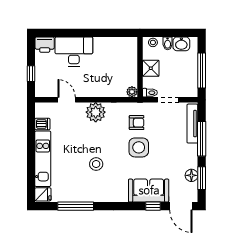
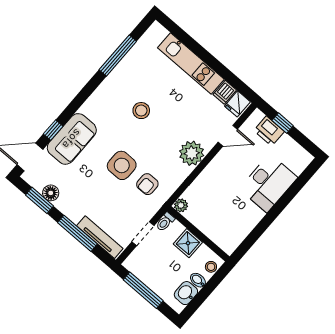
printer: (45, 45) -> (269, 131), moved, turned -90
fridge: (43, 194) -> (237, 104), moved

